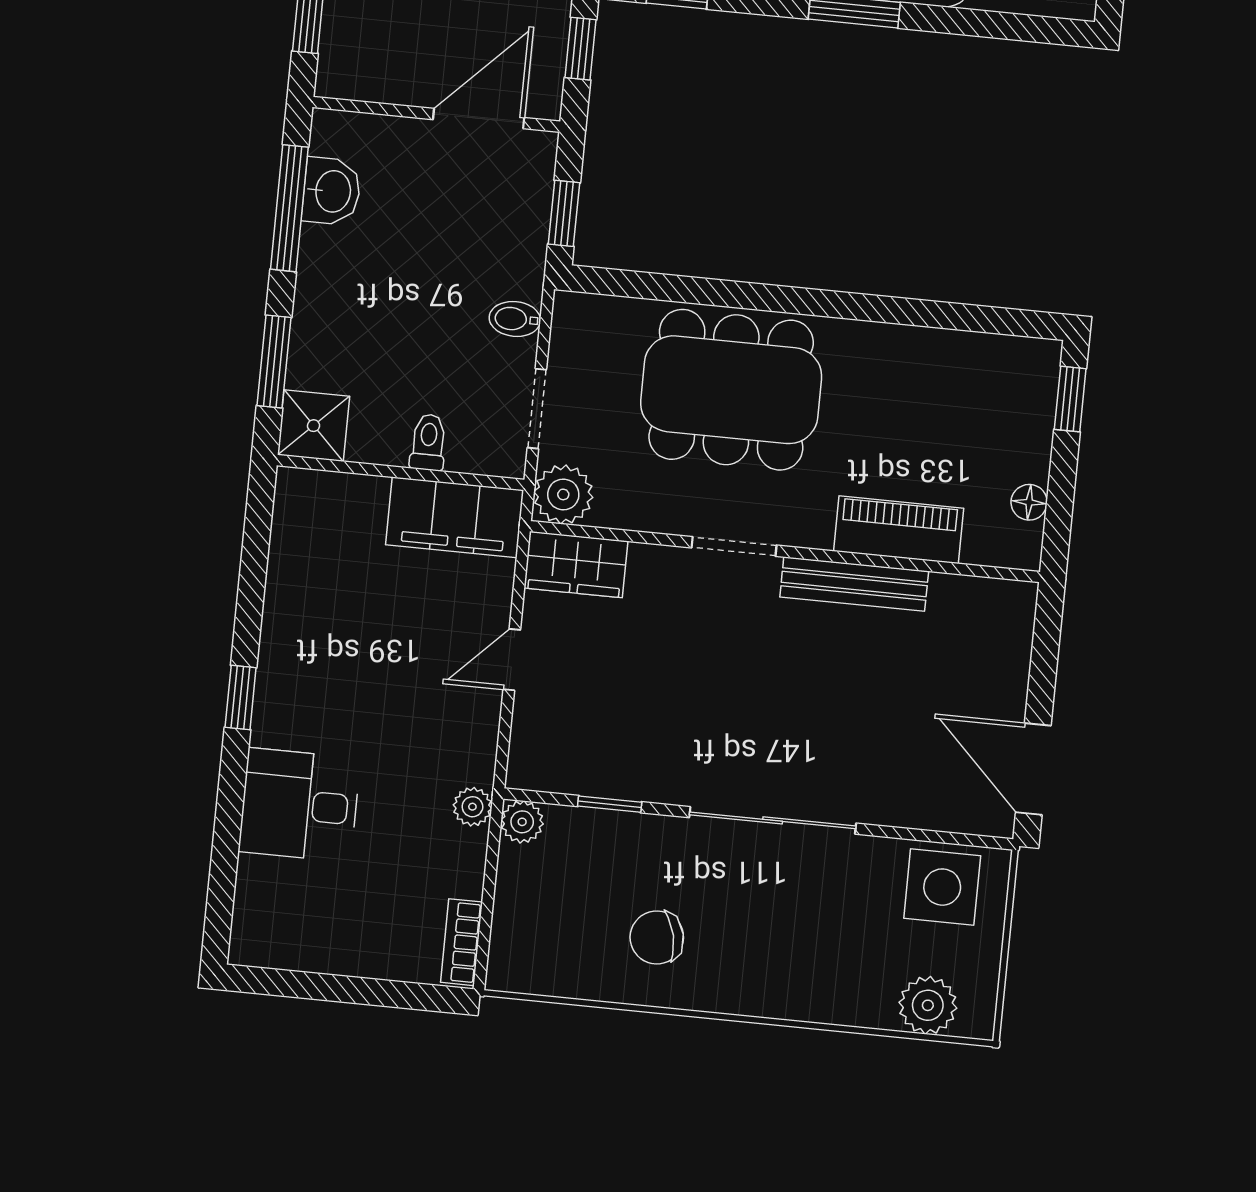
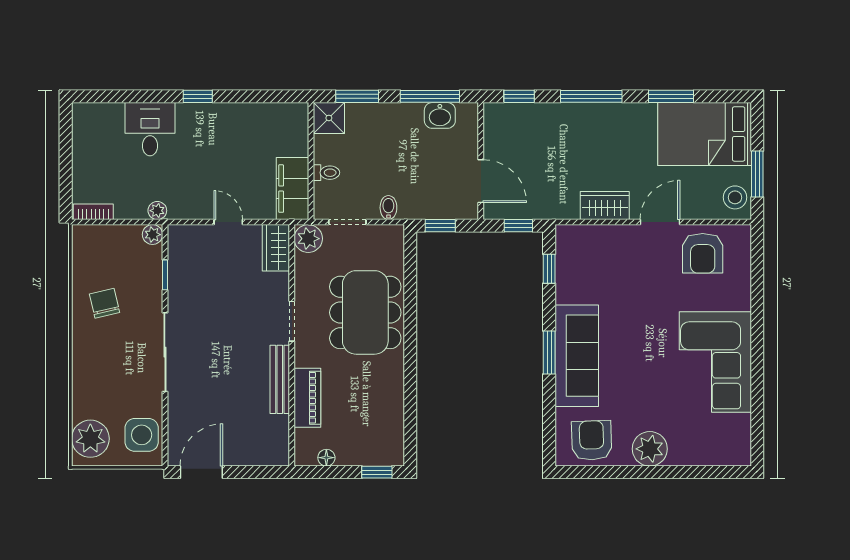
plant: (928, 1005) -> (90, 439), width x1.36, depth x1.36

